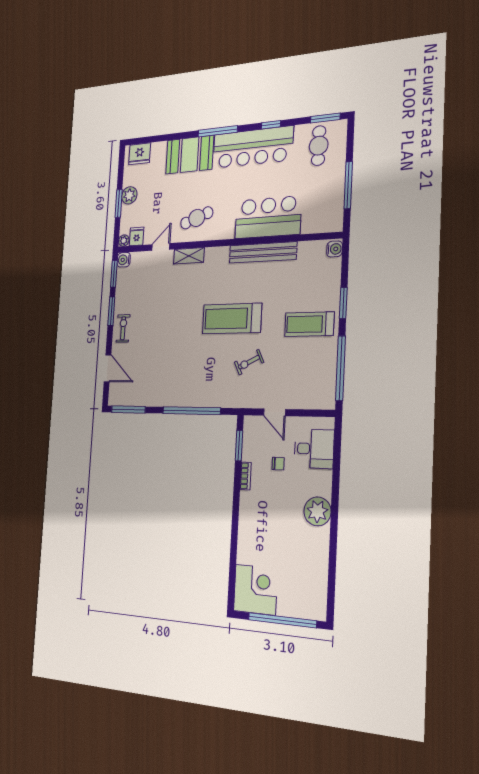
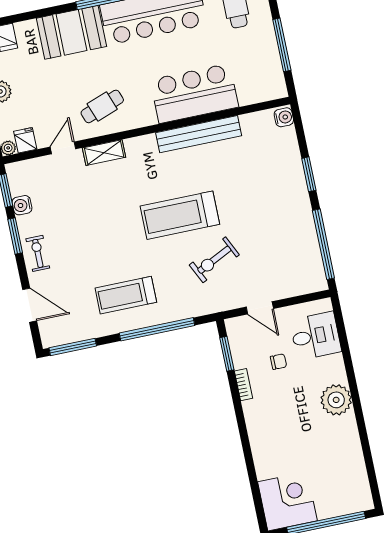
water cooler: (124, 260) -> (22, 205), moved
treadmill: (309, 324) -> (126, 295), moved
exercise bike: (249, 362) -> (214, 260), width x1.38, depth x1.39

